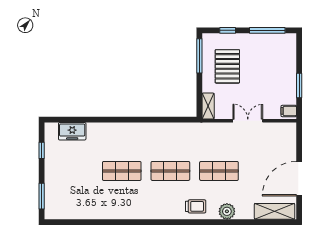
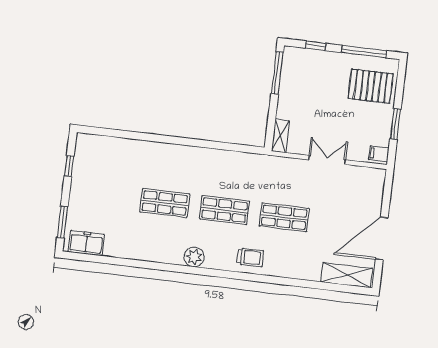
pallet: (227, 66) -> (371, 86), moved, turned 90
freezer: (72, 131) -> (86, 243), moved, turned 180
plant: (227, 211) -> (194, 257), moved

